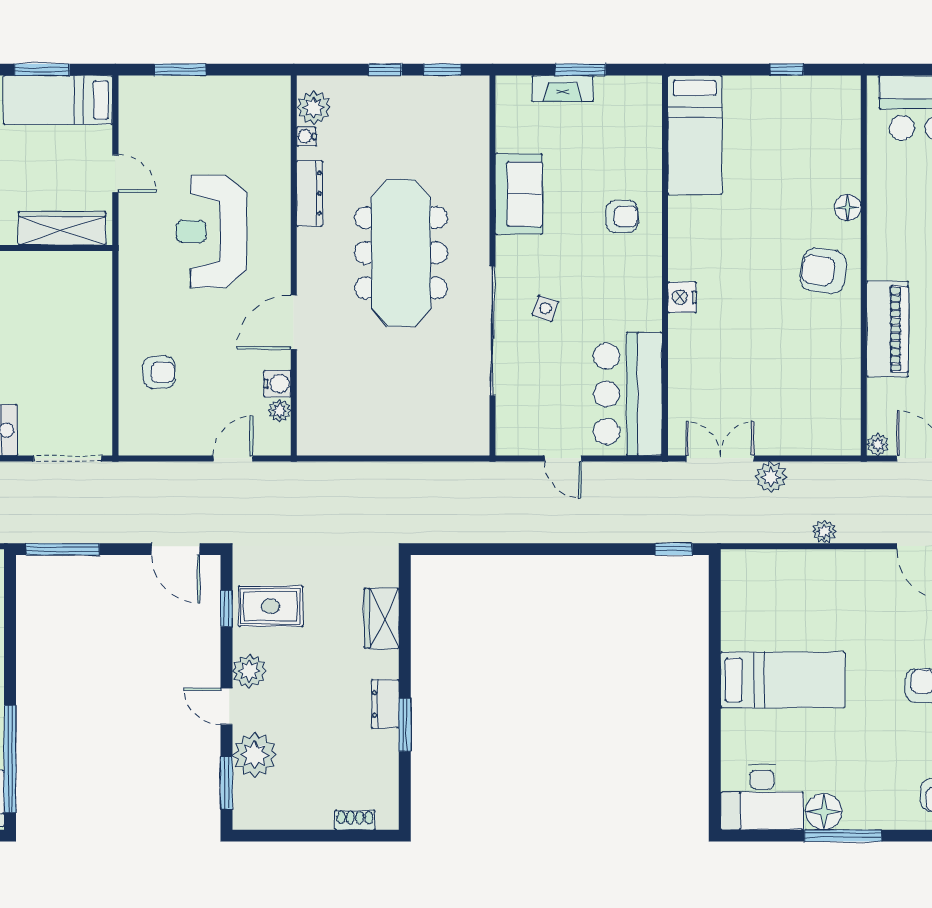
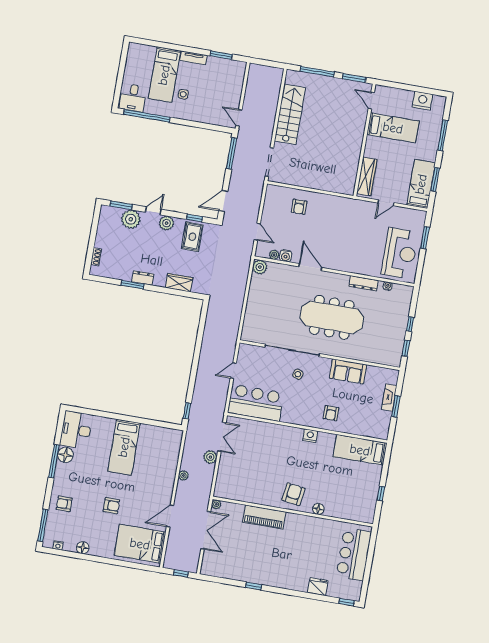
plant: (314, 108) -> (260, 267), moved
reception desk: (211, 231) -> (400, 253), moved, turned 90
nightstand: (682, 297) -> (310, 436), moved

